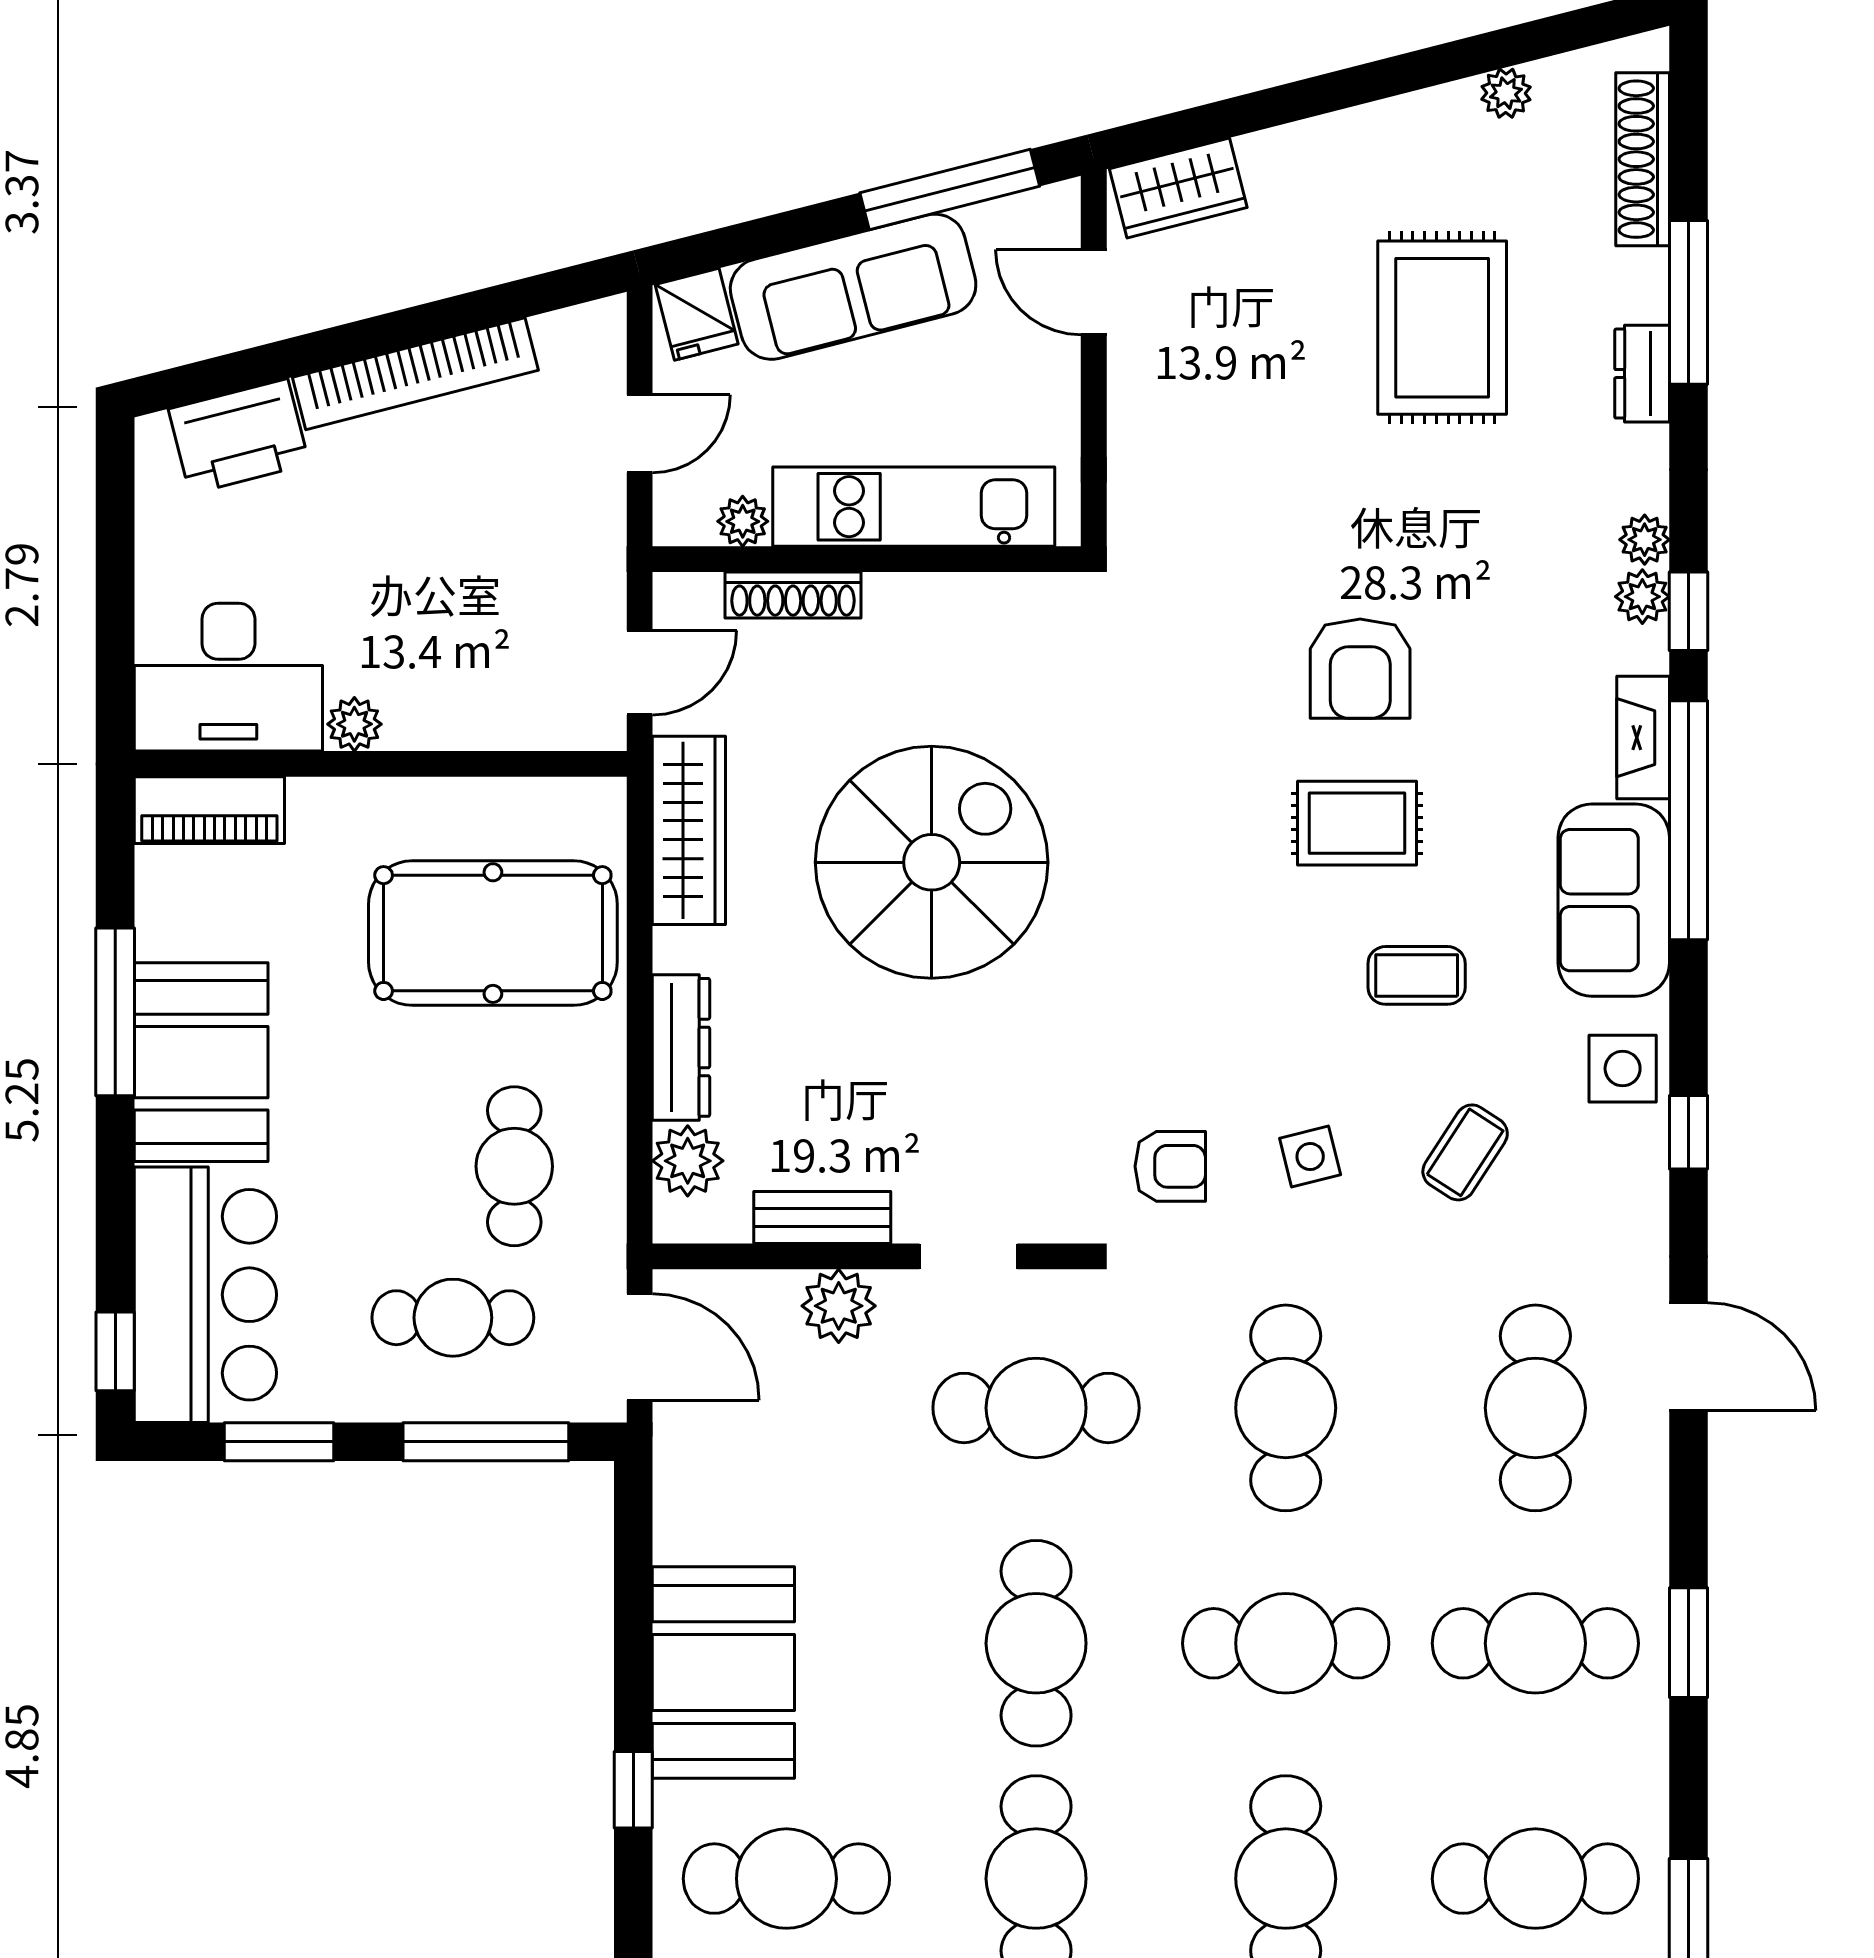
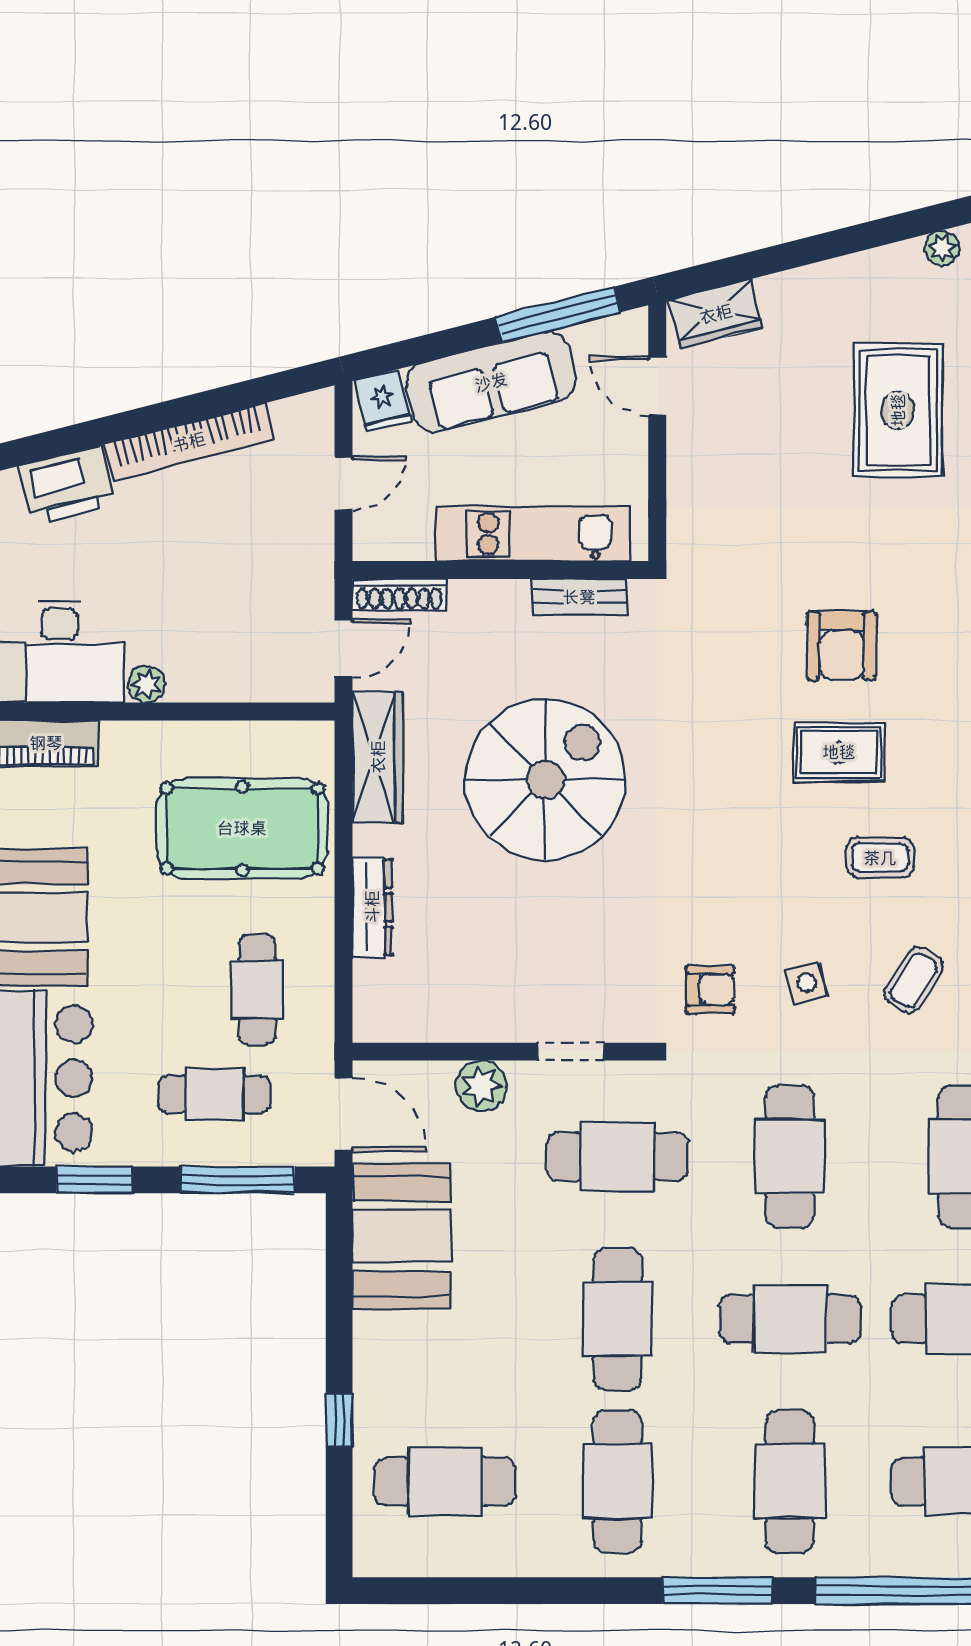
plant: (743, 521) -> (415, 544), removed
shoe rack: (793, 595) -> (399, 595), moved
plant: (688, 1161) -> (377, 986), removed
bench: (822, 1217) -> (579, 597), moved
booth: (723, 1673) -> (401, 1236), moved

